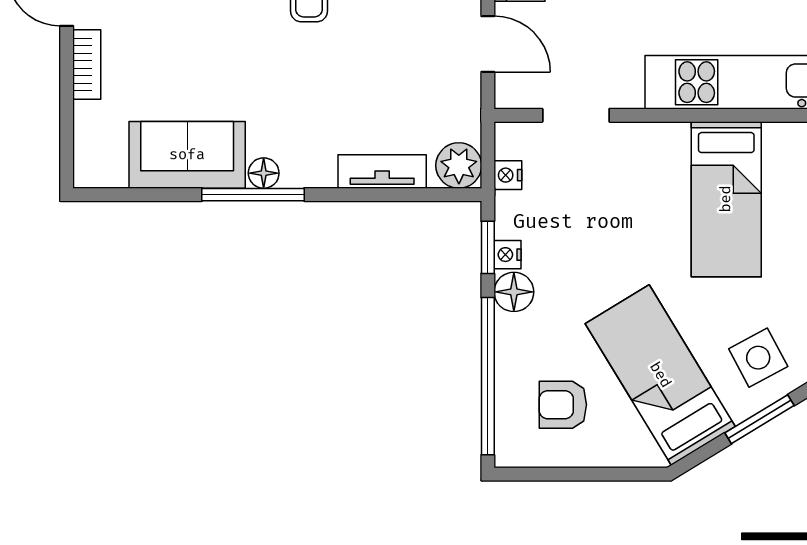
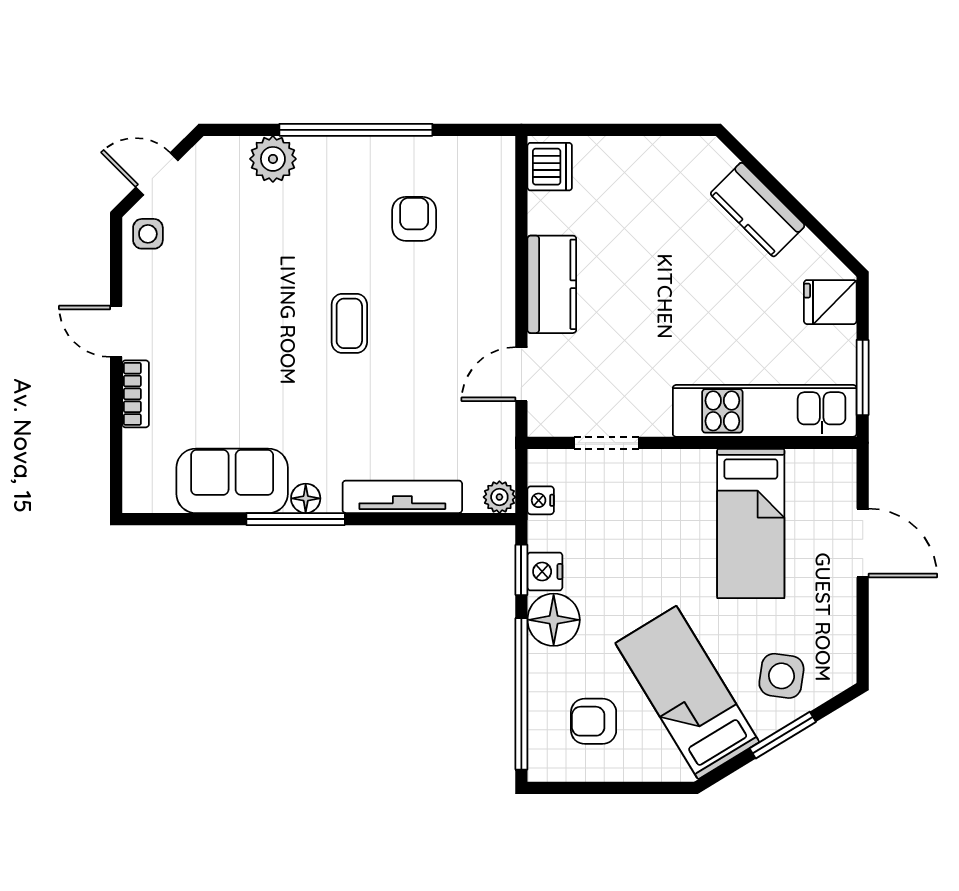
door: (488, 44) -> (521, 374), swing flipped
plant: (459, 165) -> (499, 497), width x0.73, depth x0.73
tv unit: (382, 171) -> (402, 497), width x1.41
nightstand: (508, 255) -> (545, 571), width x1.39, depth x1.35
floor lamp: (514, 292) -> (554, 620), width x1.38, depth x1.38
side table: (758, 358) -> (781, 676), turned 36

